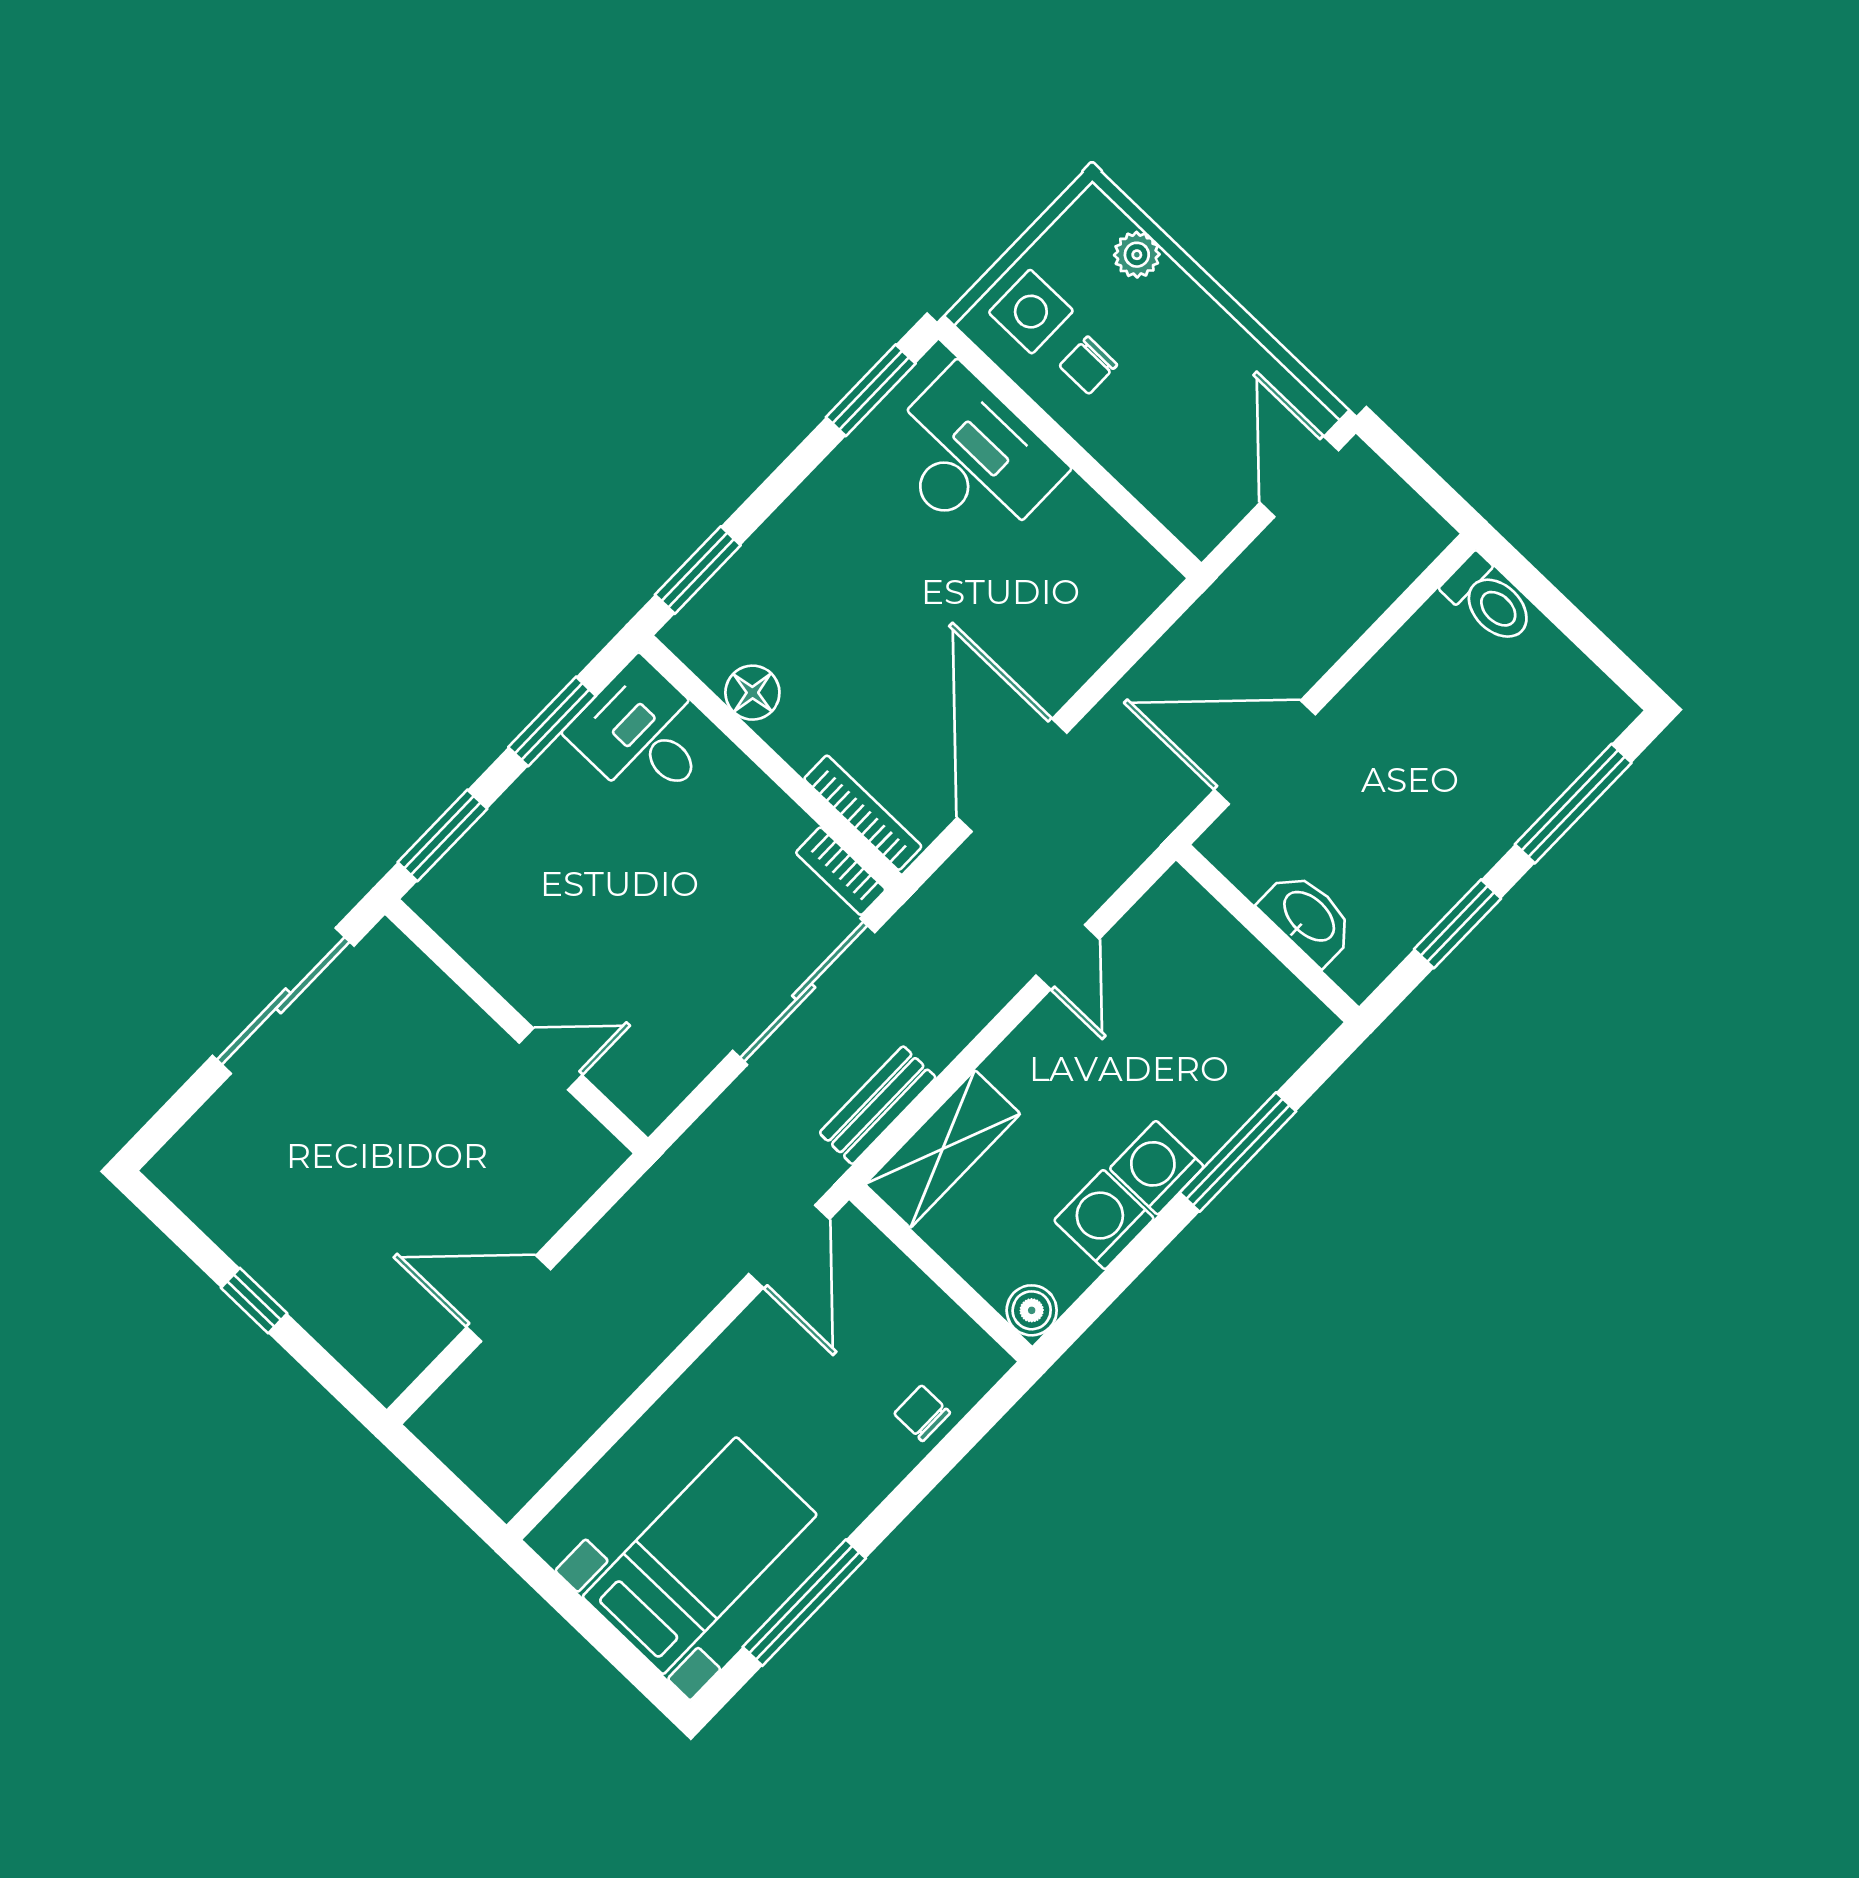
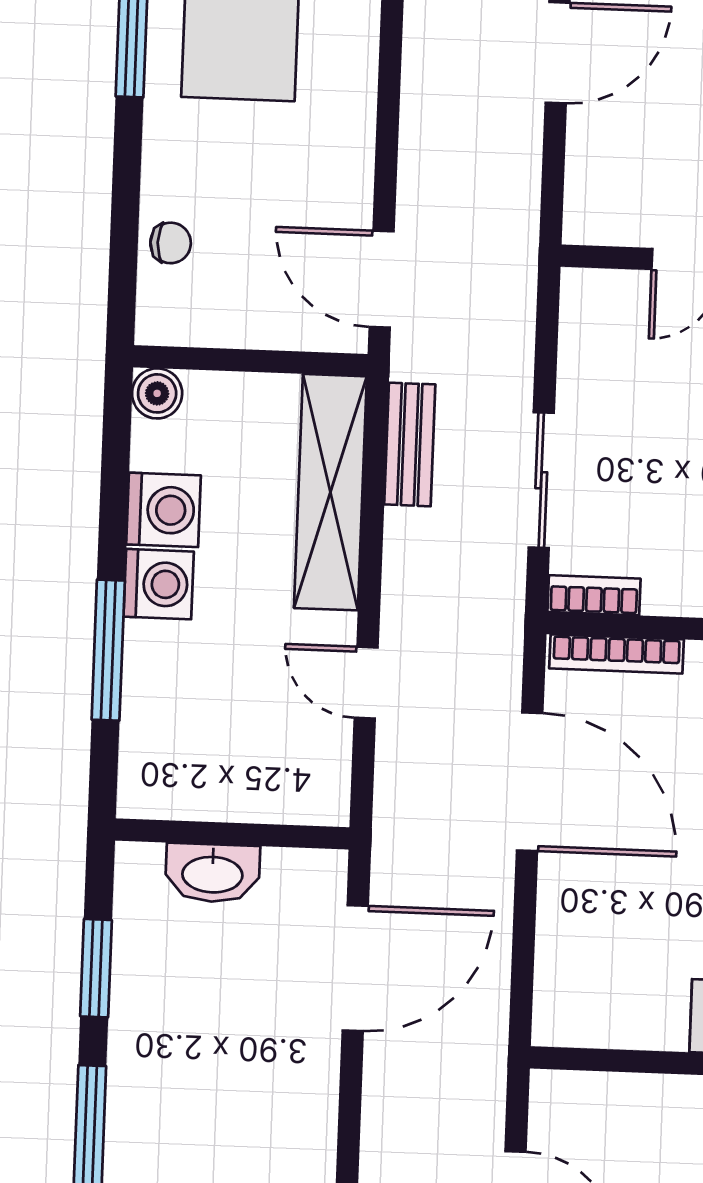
sliding door: (804, 992) -> (541, 480), width x0.73
shelving: (943, 1149) -> (330, 492), width x1.47

